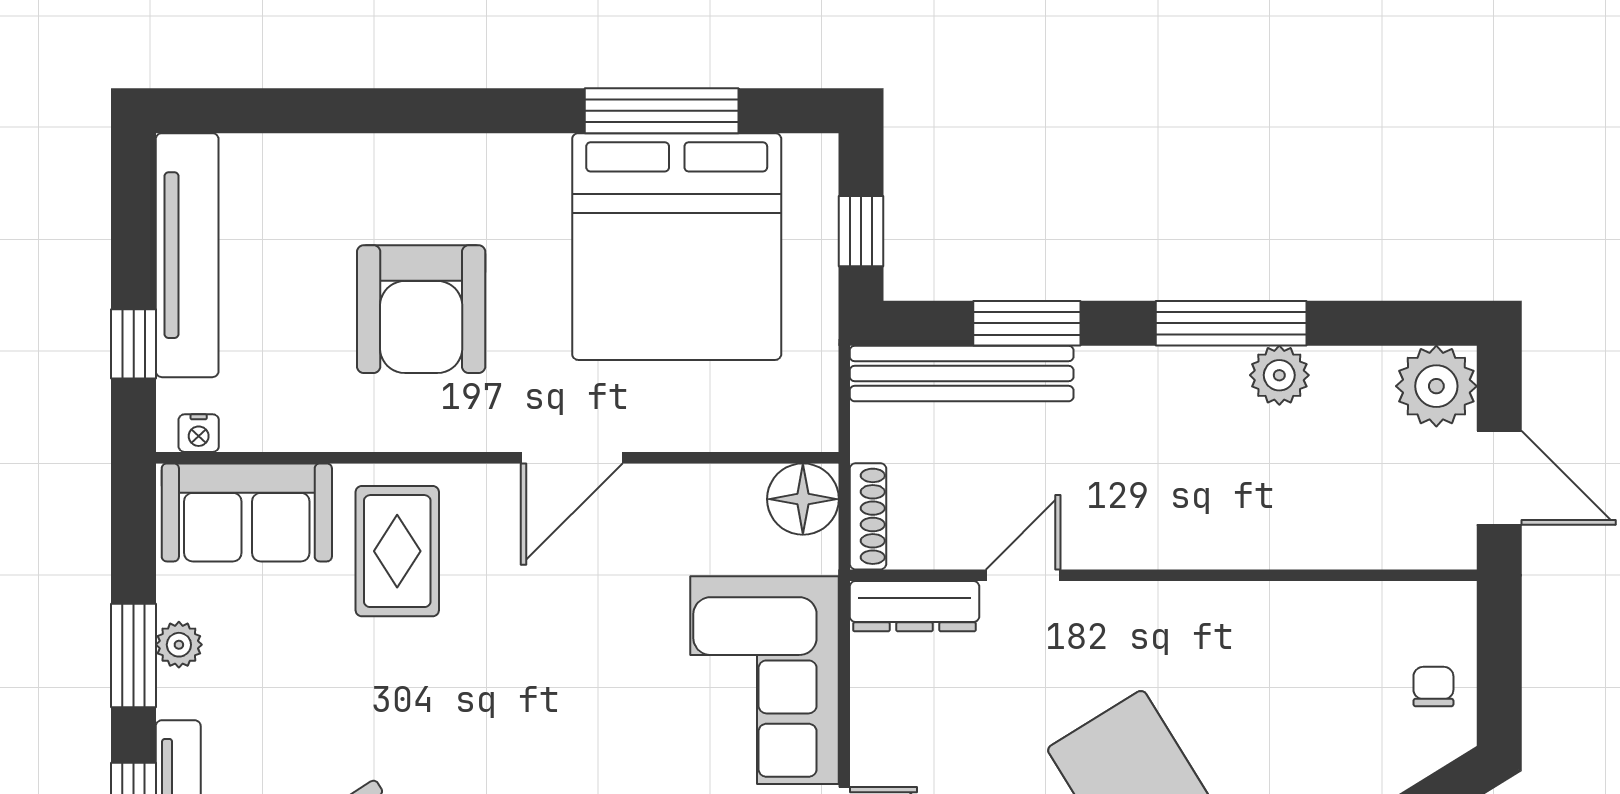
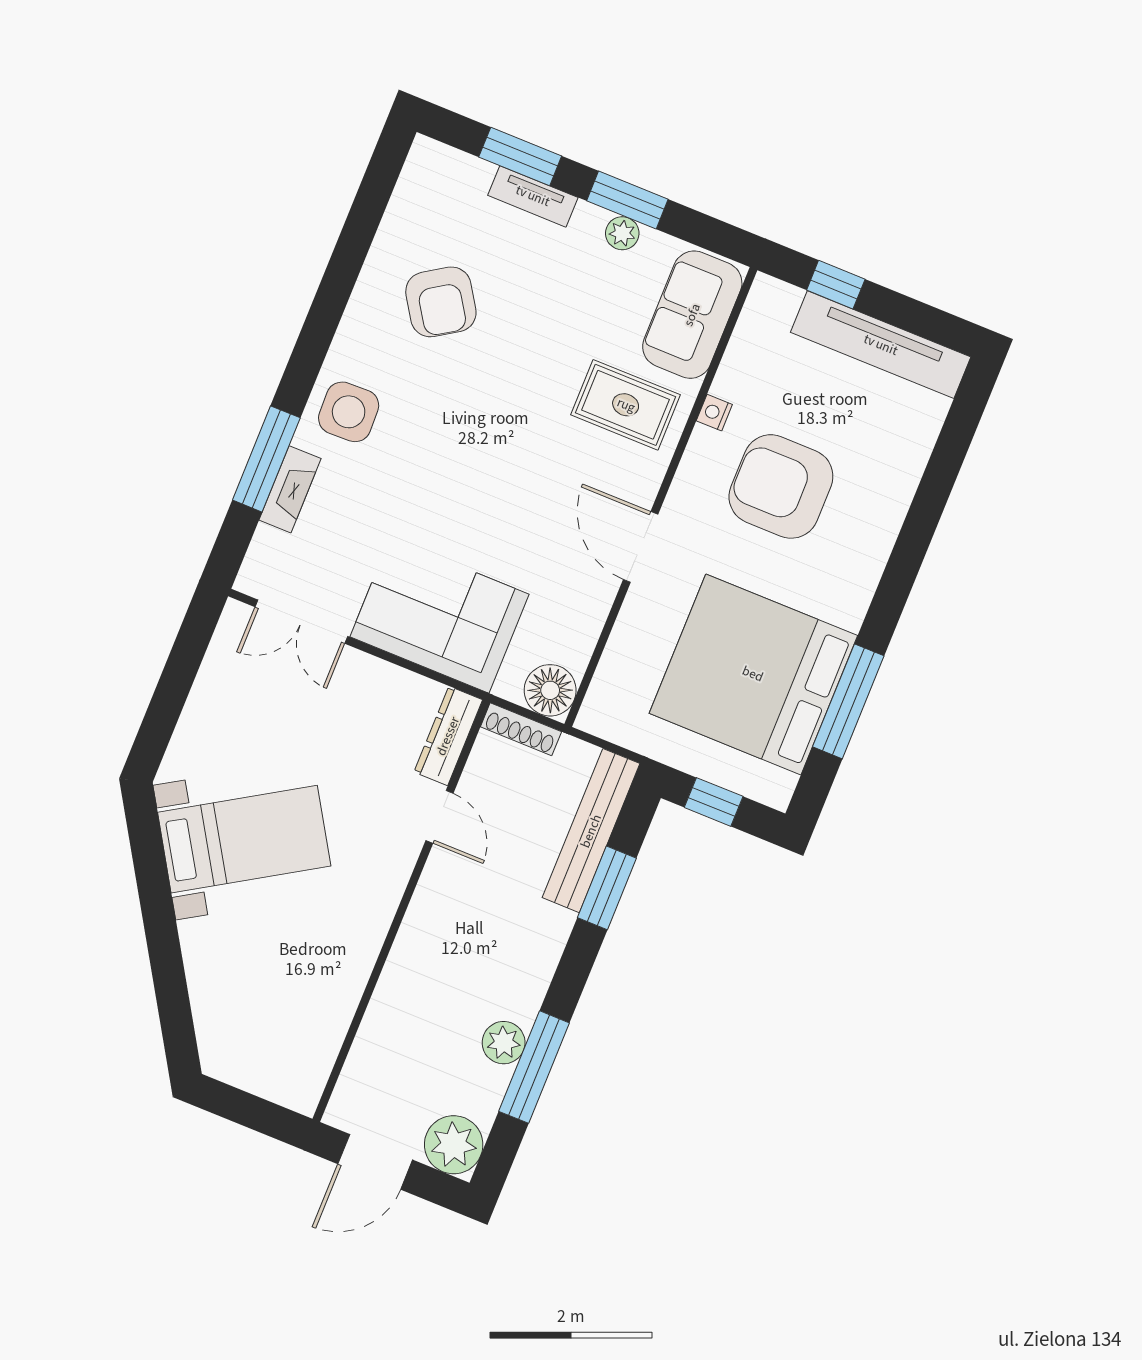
window: (1231, 323) -> (534, 1067), moved
nightstand: (199, 433) -> (714, 413), moved
chair: (1433, 687) -> (253, 1061), removed

